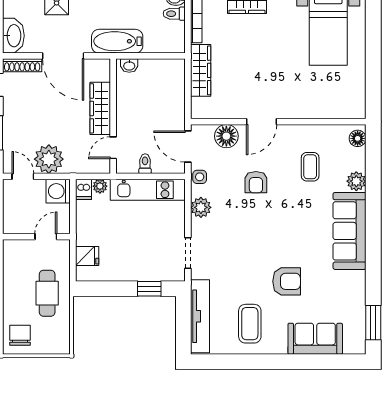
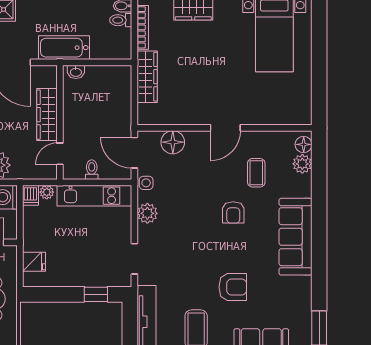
door: (262, 122) -> (225, 128), moved
plant: (356, 181) -> (302, 164), moved
armchair: (256, 182) -> (233, 212), moved

